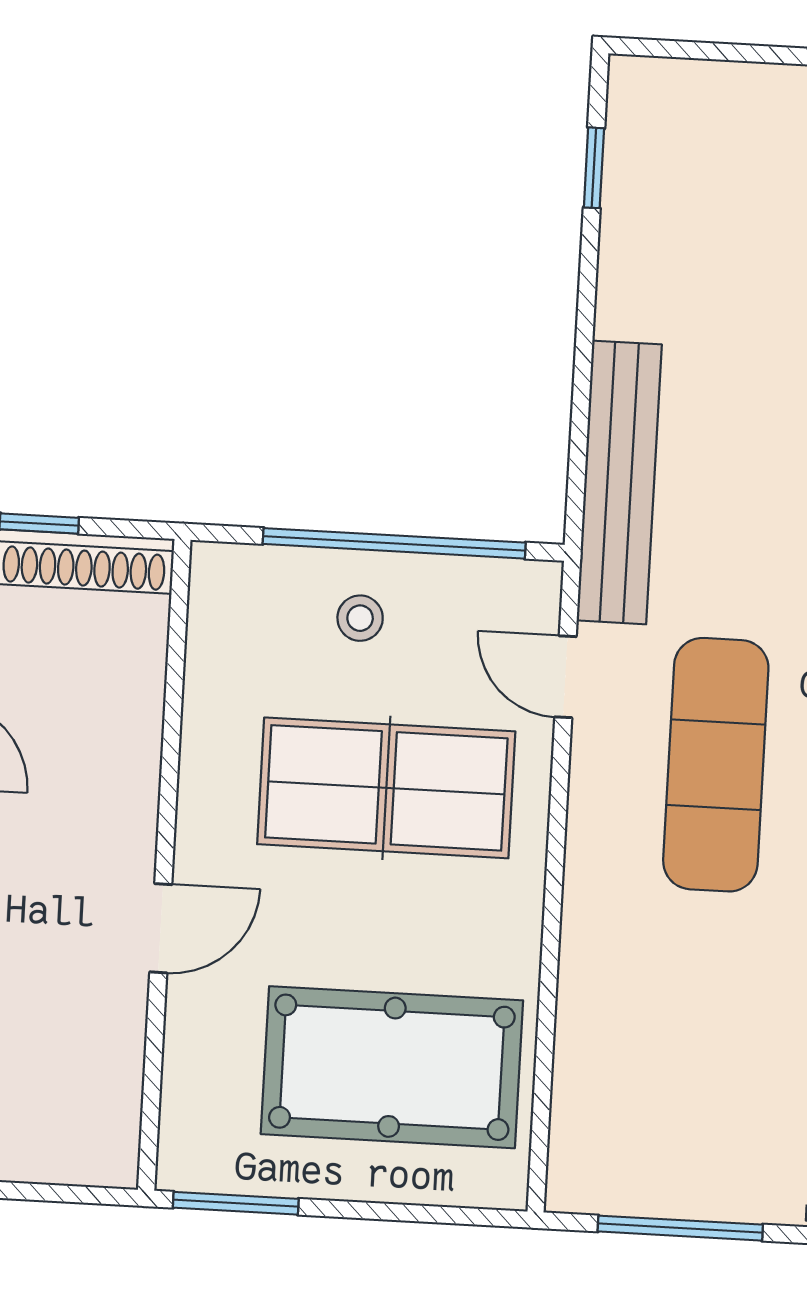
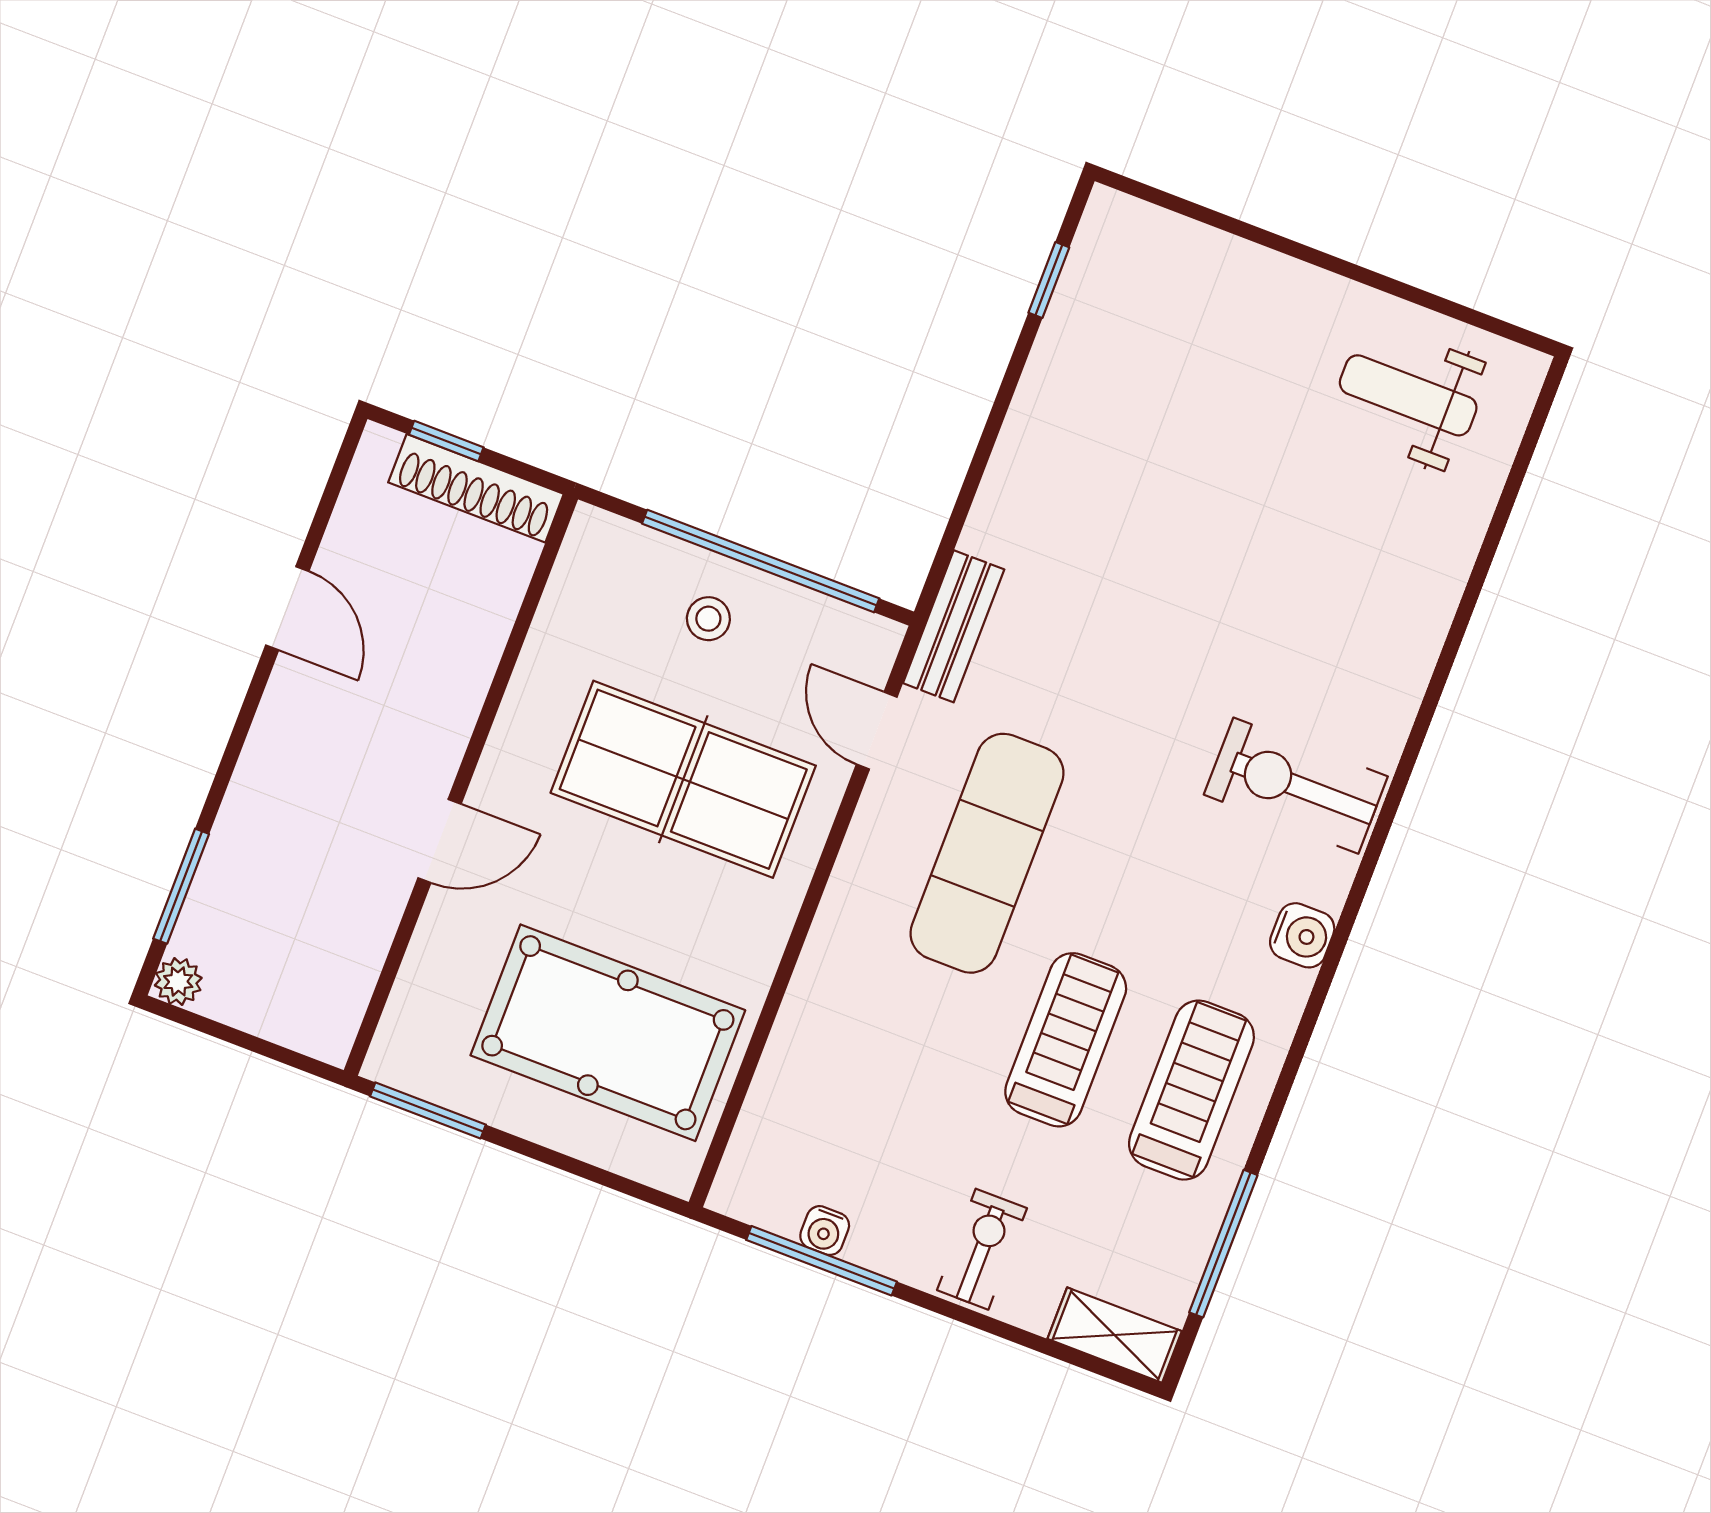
bench: (619, 482) -> (954, 626), width x0.54, depth x0.82
water cooler: (674, 1197) -> (825, 1231), added

